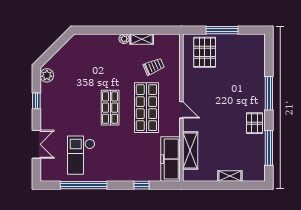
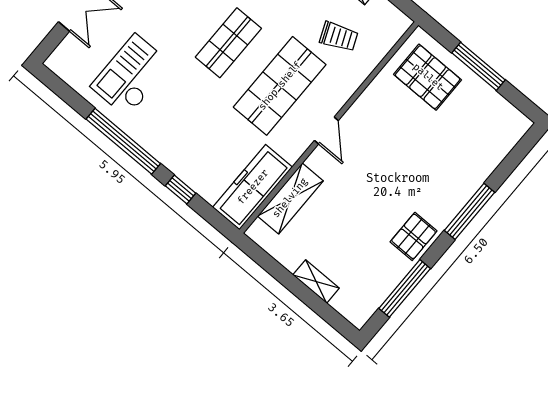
pallet: (205, 52) -> (428, 77), turned 90
window: (84, 185) -> (123, 141), moved

